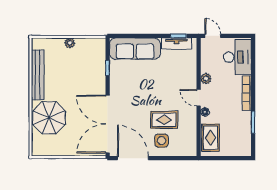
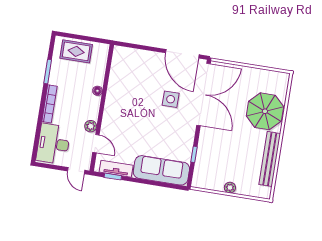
door: (199, 98) -> (96, 144), moved
rug: (164, 120) -> (142, 89), removed
rug: (211, 138) -> (76, 51), moved, turned 90
side table: (161, 141) -> (171, 99), moved

